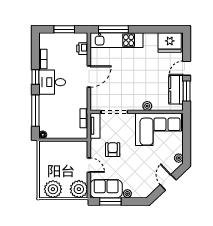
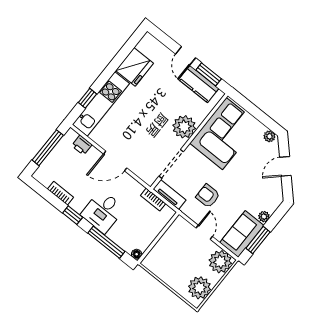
window: (64, 29) -> (48, 148), width x1.44
window: (113, 29) -> (87, 98), width x0.46
fridge: (170, 43) -> (134, 67), moved
door: (89, 76) -> (115, 161), swing flipped
desk: (52, 82) -> (103, 212), moved
plant: (147, 106) -> (184, 127), width x1.88, depth x1.88
door: (89, 165) -> (204, 232), hinge flipped
door: (168, 182) -> (285, 166), hinge flipped

